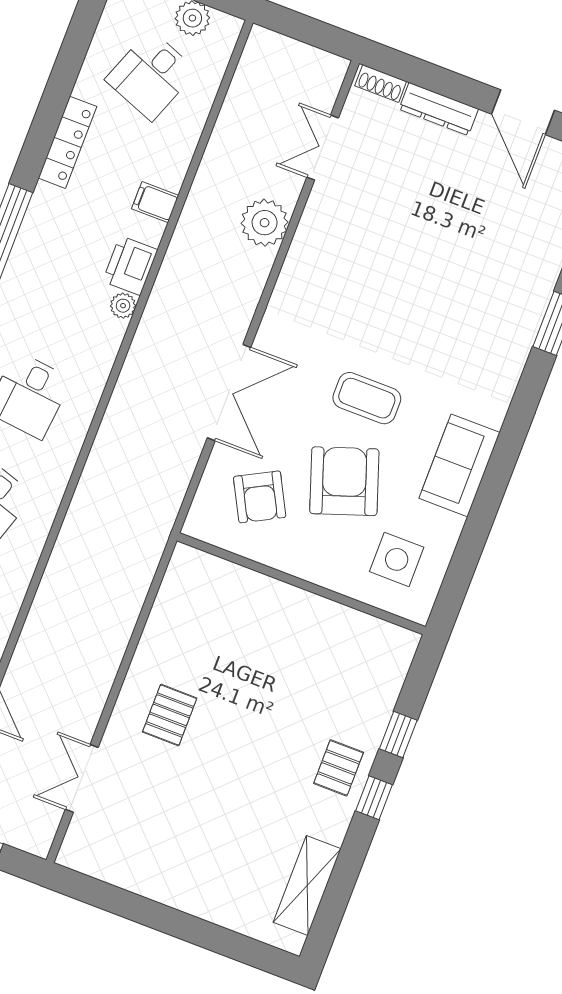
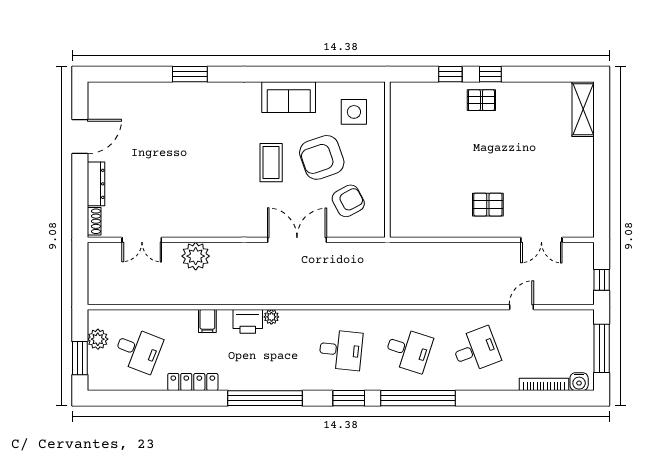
shelving: (307, 885) -> (583, 109), moved, turned 90

